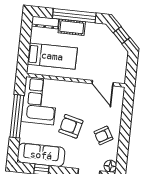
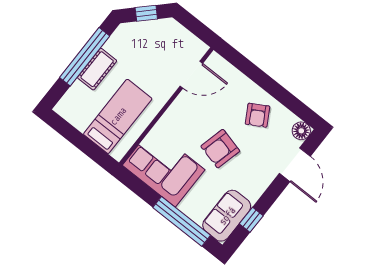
dresser: (45, 23) -> (70, 99), removed
window: (17, 116) -> (182, 221), moved
sofa: (41, 155) -> (227, 216), width x0.73

